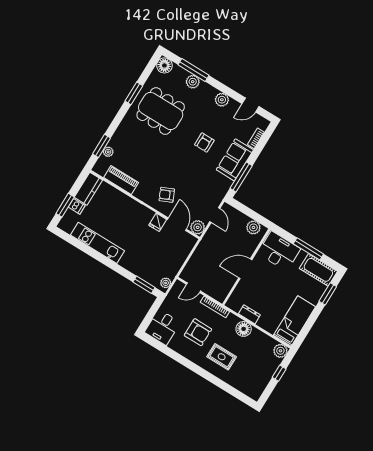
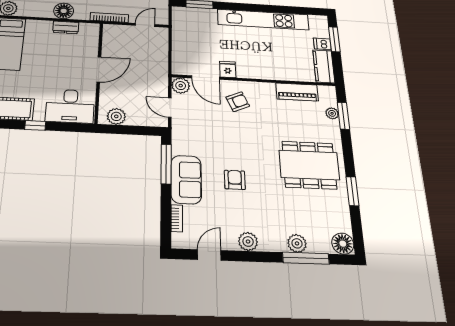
dining table: (161, 111) -> (309, 165), moved
kitchen unit: (98, 243) -> (263, 20), width x1.36
window: (308, 249) -> (35, 125), width x0.46
plant: (166, 283) -> (178, 16), removed

